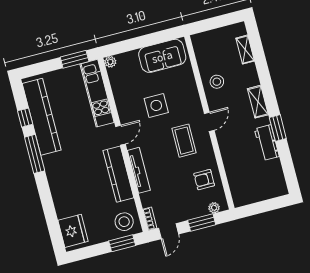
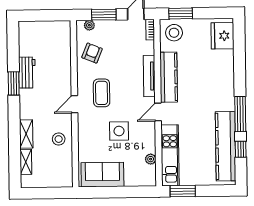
plant: (110, 62) -> (151, 159), moved
shelving: (258, 102) -> (26, 134), moved
armchair: (204, 180) -> (92, 53), turned -68

